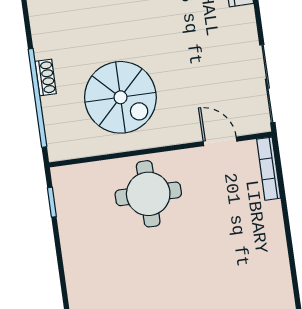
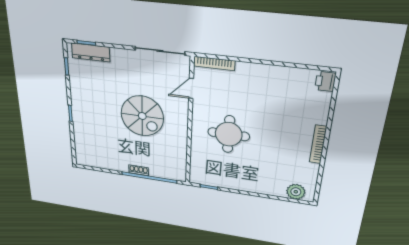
spiral stairs: (120, 97) -> (142, 116), moved, turned 90
round table: (148, 194) -> (229, 134), moved

